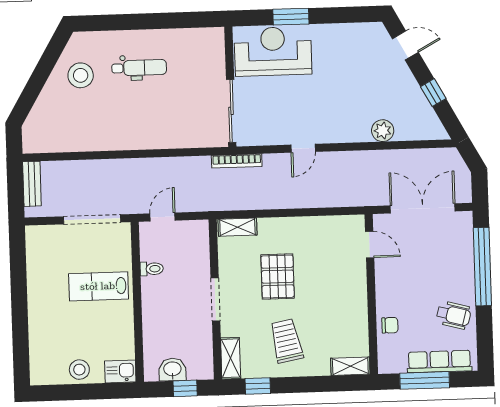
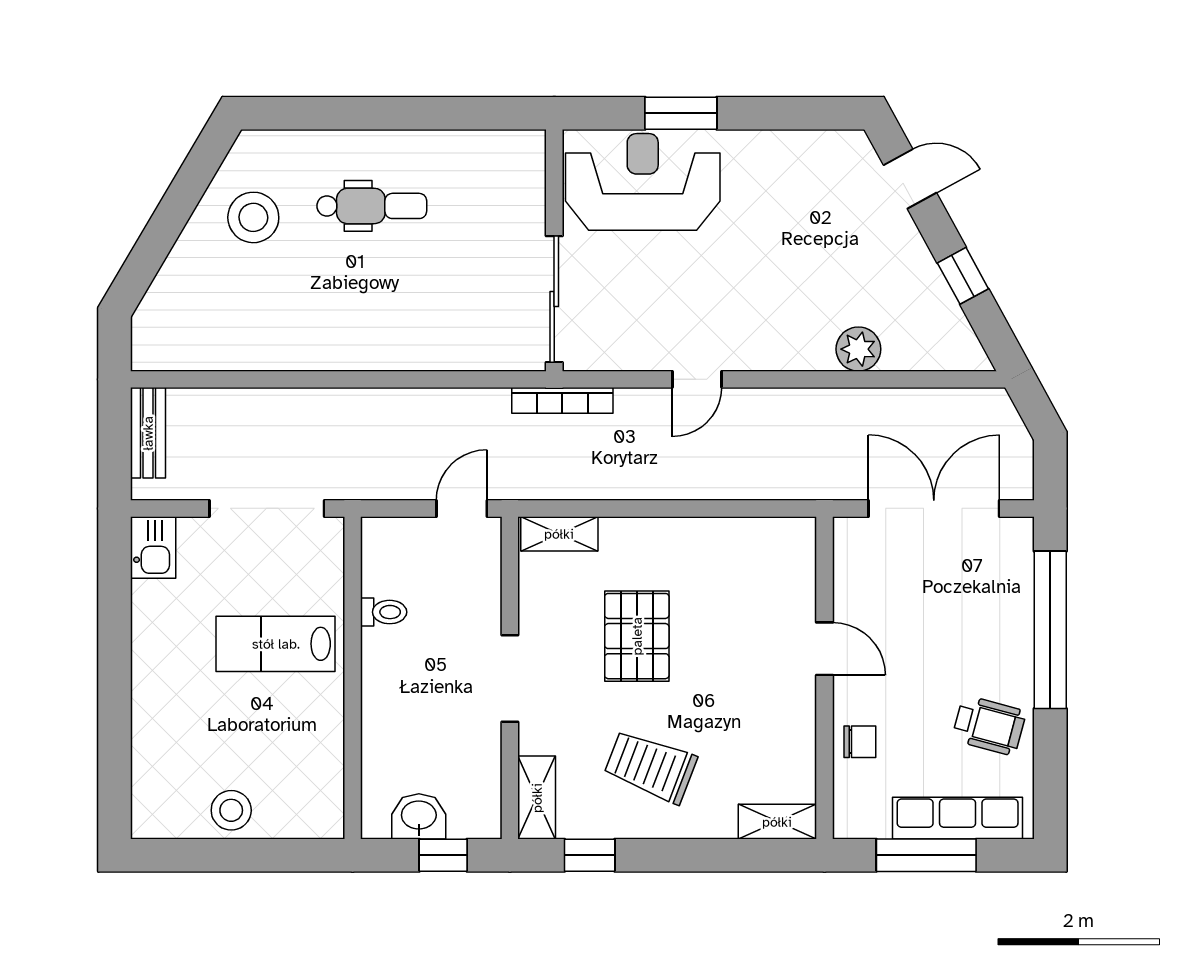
door: (163, 217) -> (462, 508), moved
door: (370, 245) -> (824, 649), moved
trolley: (286, 341) -> (651, 767), turned -58
kitchen sink: (120, 371) -> (153, 547), moved, turned 90

